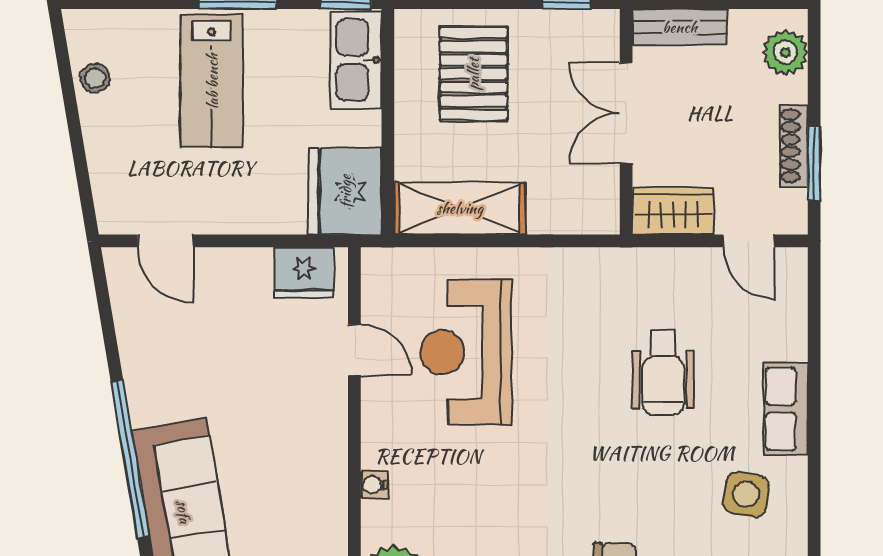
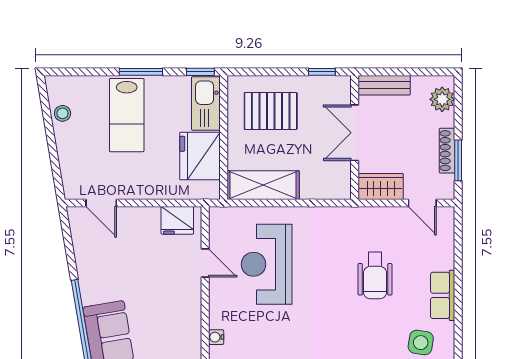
pallet: (473, 74) -> (271, 111), turned 90
fridge: (345, 191) -> (200, 156), moved

